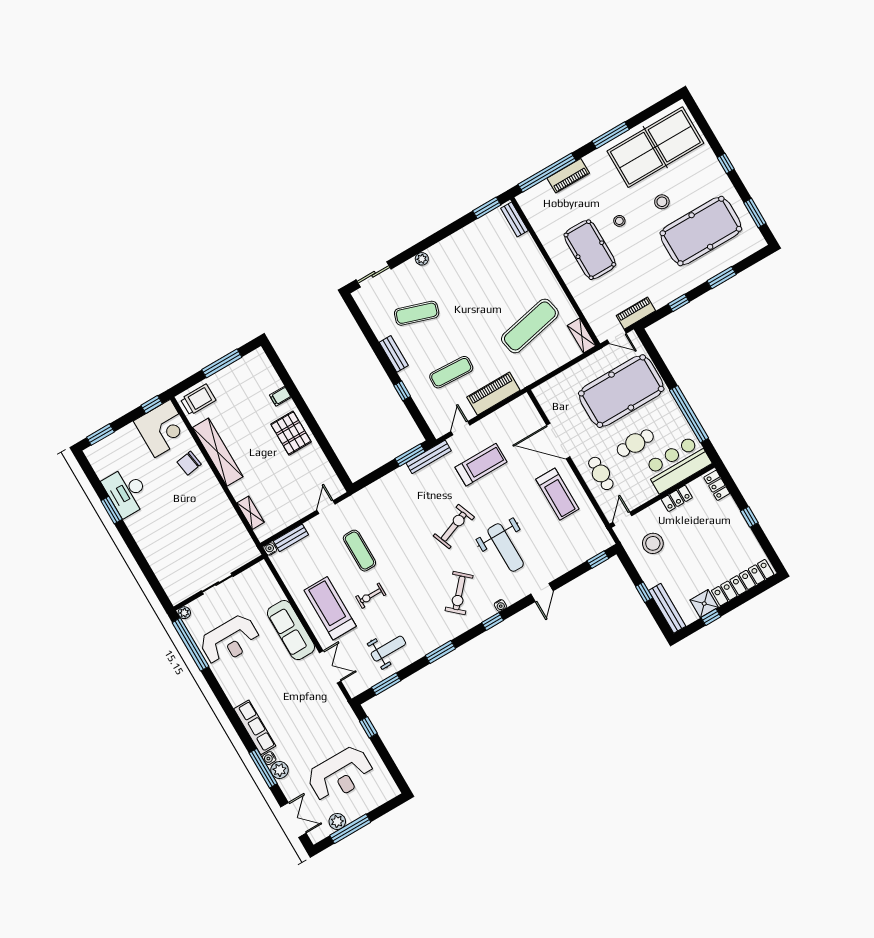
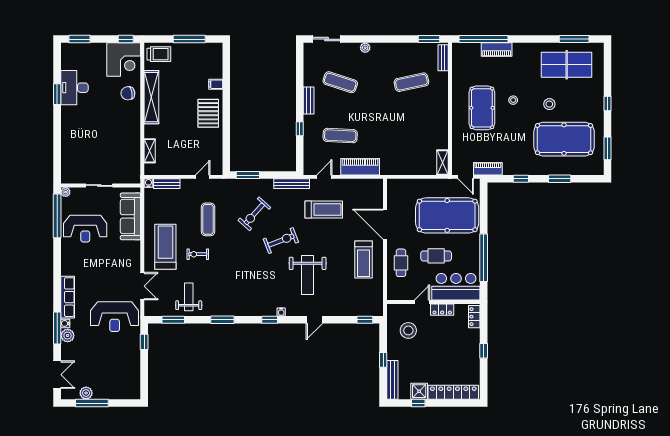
window: (611, 135) -> (574, 39), moved
table tennis table: (655, 147) -> (567, 65), width x0.73, depth x0.76
exercise mat: (530, 326) -> (411, 82), moved, width x0.73, depth x0.69
window: (410, 455) -> (248, 175), moved
door: (622, 519) -> (422, 302), moved
exercise bike: (459, 593) -> (254, 214), moved
sofa: (291, 630) -> (130, 216), moved
weight bench: (388, 649) -> (189, 297), turned -90
reception desk: (340, 774) -> (115, 317), moved

